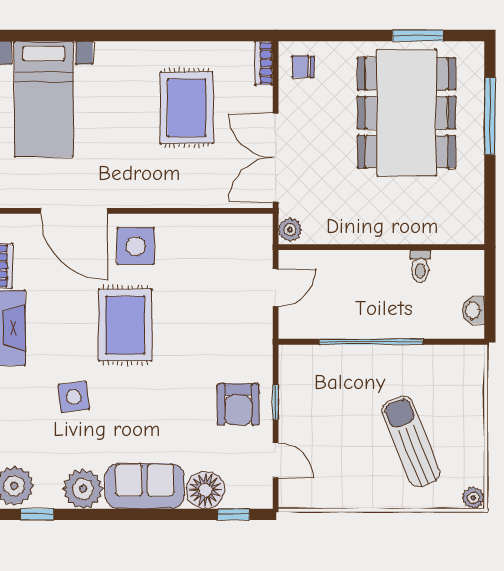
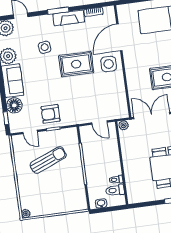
toilet: (446, 272) -> (115, 190), added
sun lounger: (411, 441) -> (48, 160), moved
door: (276, 460) -> (30, 132), hinge flipped

